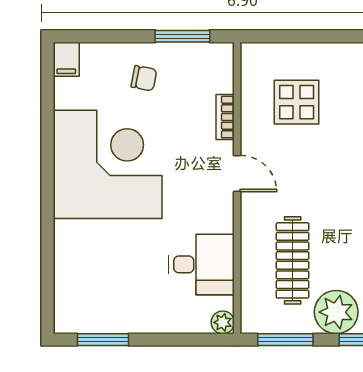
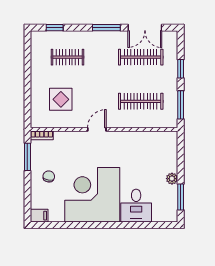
bookcase: (225, 117) -> (42, 135), moved
desk: (201, 264) -> (136, 206), moved, turned 180
plant: (336, 312) -> (167, 79), removed
plant: (223, 322) -> (172, 179), moved

